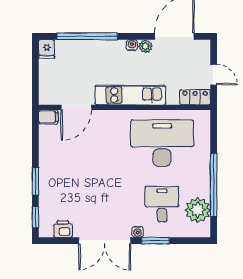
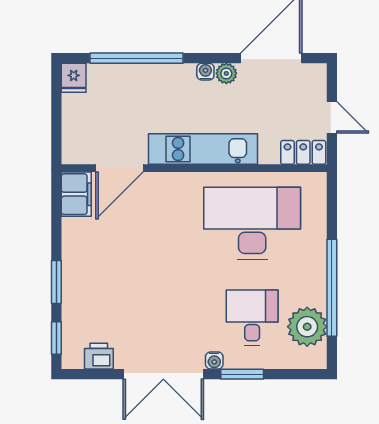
filing cabinet: (48, 117) -> (76, 194), width x2.00

